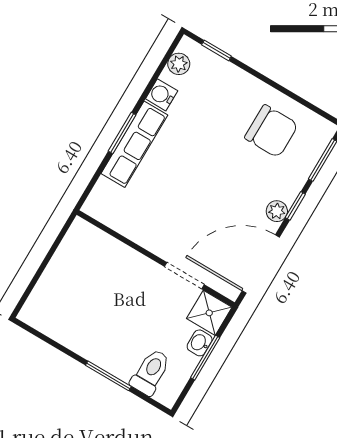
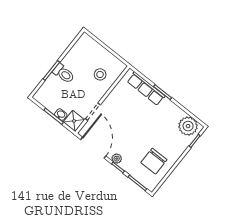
plant: (179, 64) -> (188, 126), width x1.88, depth x1.88
water cooler: (162, 95) -> (178, 113), removed
row of seats: (134, 144) -> (146, 89), moved
stool: (103, 271) -> (100, 74), added
toilet: (151, 372) -> (64, 73), moved

